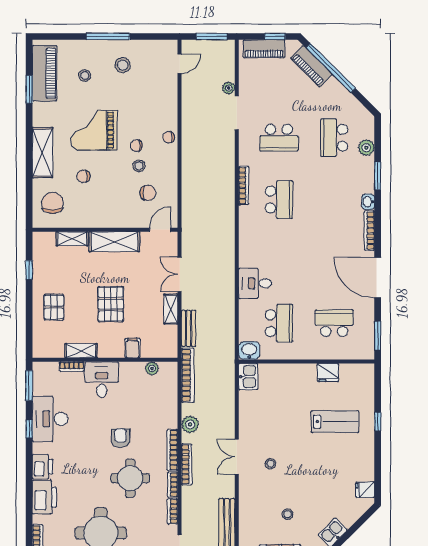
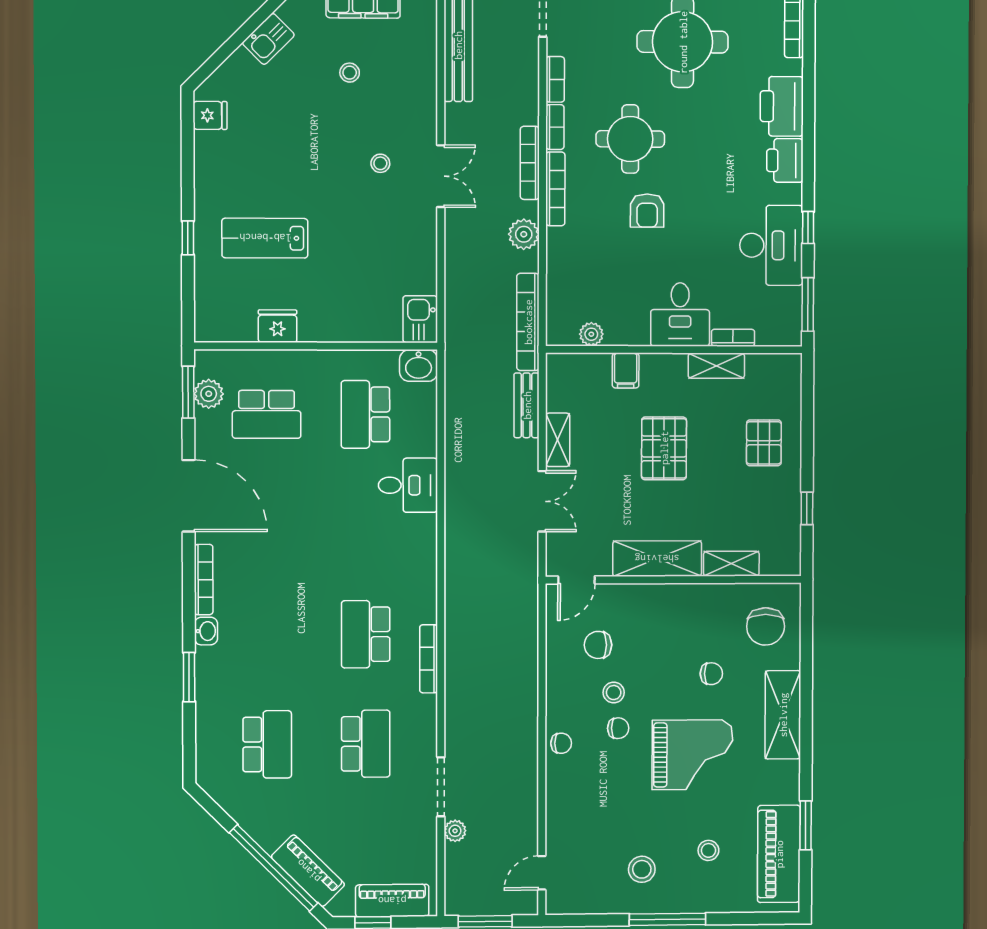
school desk: (279, 138) -> (366, 744), turned 90
plant: (366, 148) -> (209, 394), moved

